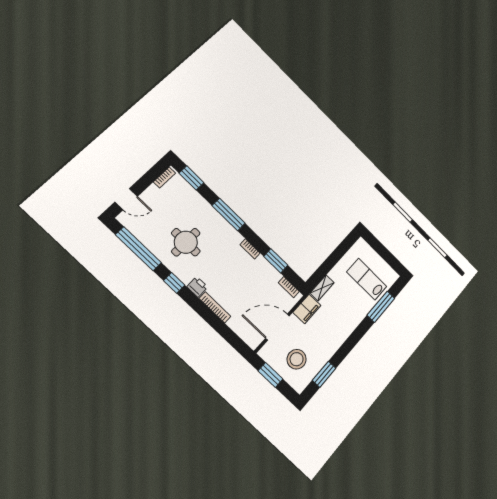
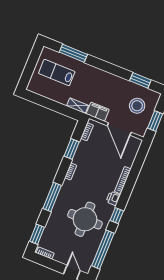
round table: (186, 242) -> (85, 219), width x1.36, depth x1.36
lab bench: (367, 279) -> (57, 73), turned 90

